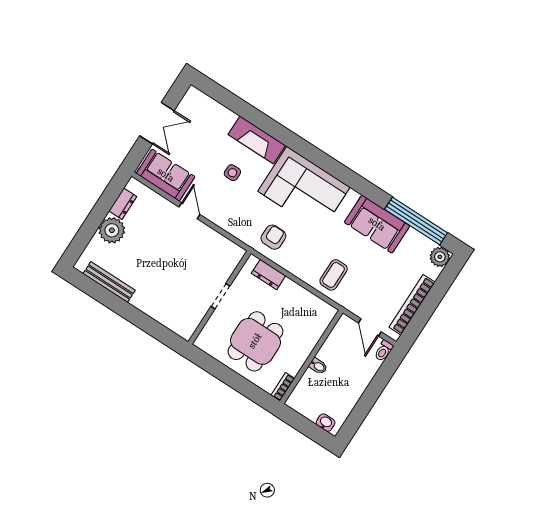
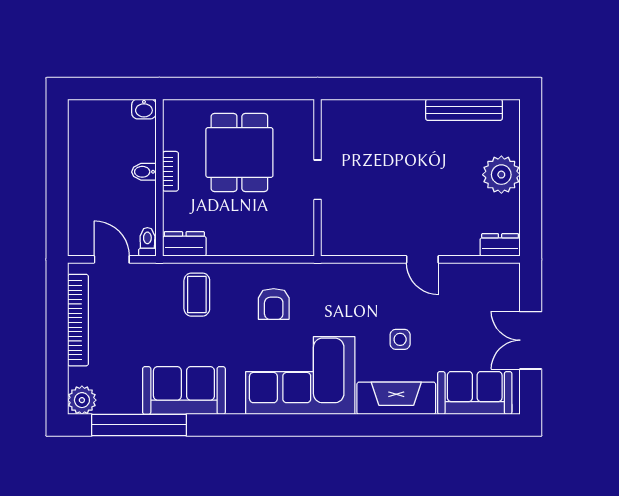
sofa: (166, 175) -> (475, 393), moved, turned 180
dresser: (123, 204) -> (500, 245), moved, turned 90
armchair: (273, 237) -> (274, 304), moved
dresser: (268, 275) -> (184, 244), moved
toilet: (384, 351) -> (147, 242), moved
bookcase: (283, 387) -> (170, 171), moved
washbasin: (326, 423) -> (144, 109), moved

